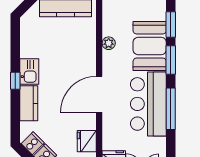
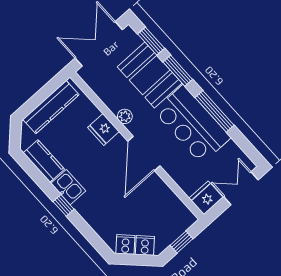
plant: (109, 43) -> (125, 116), moved
kitchen counter: (29, 103) -> (44, 161), moved
fridge: (87, 141) -> (103, 129), moved

